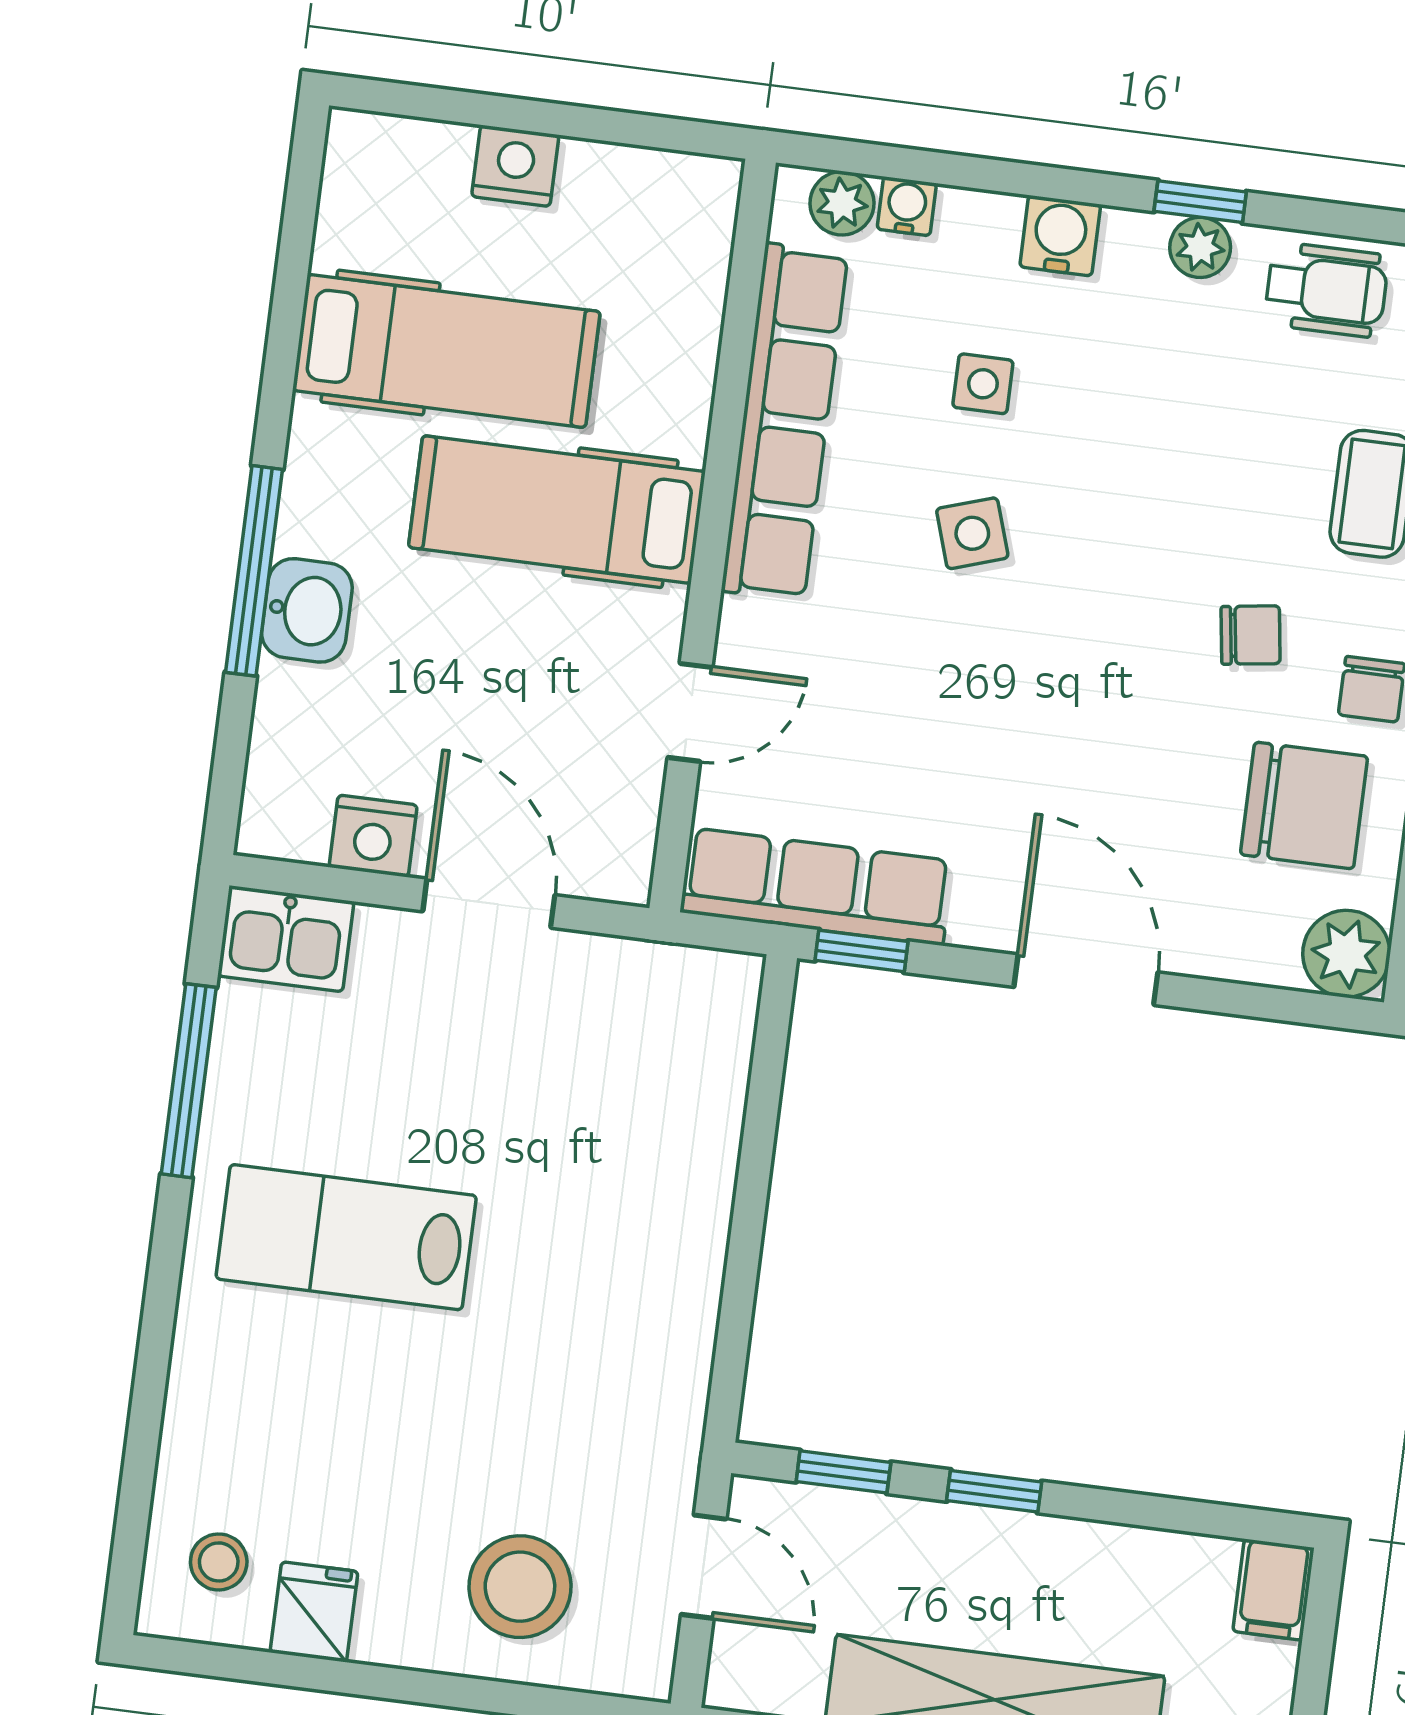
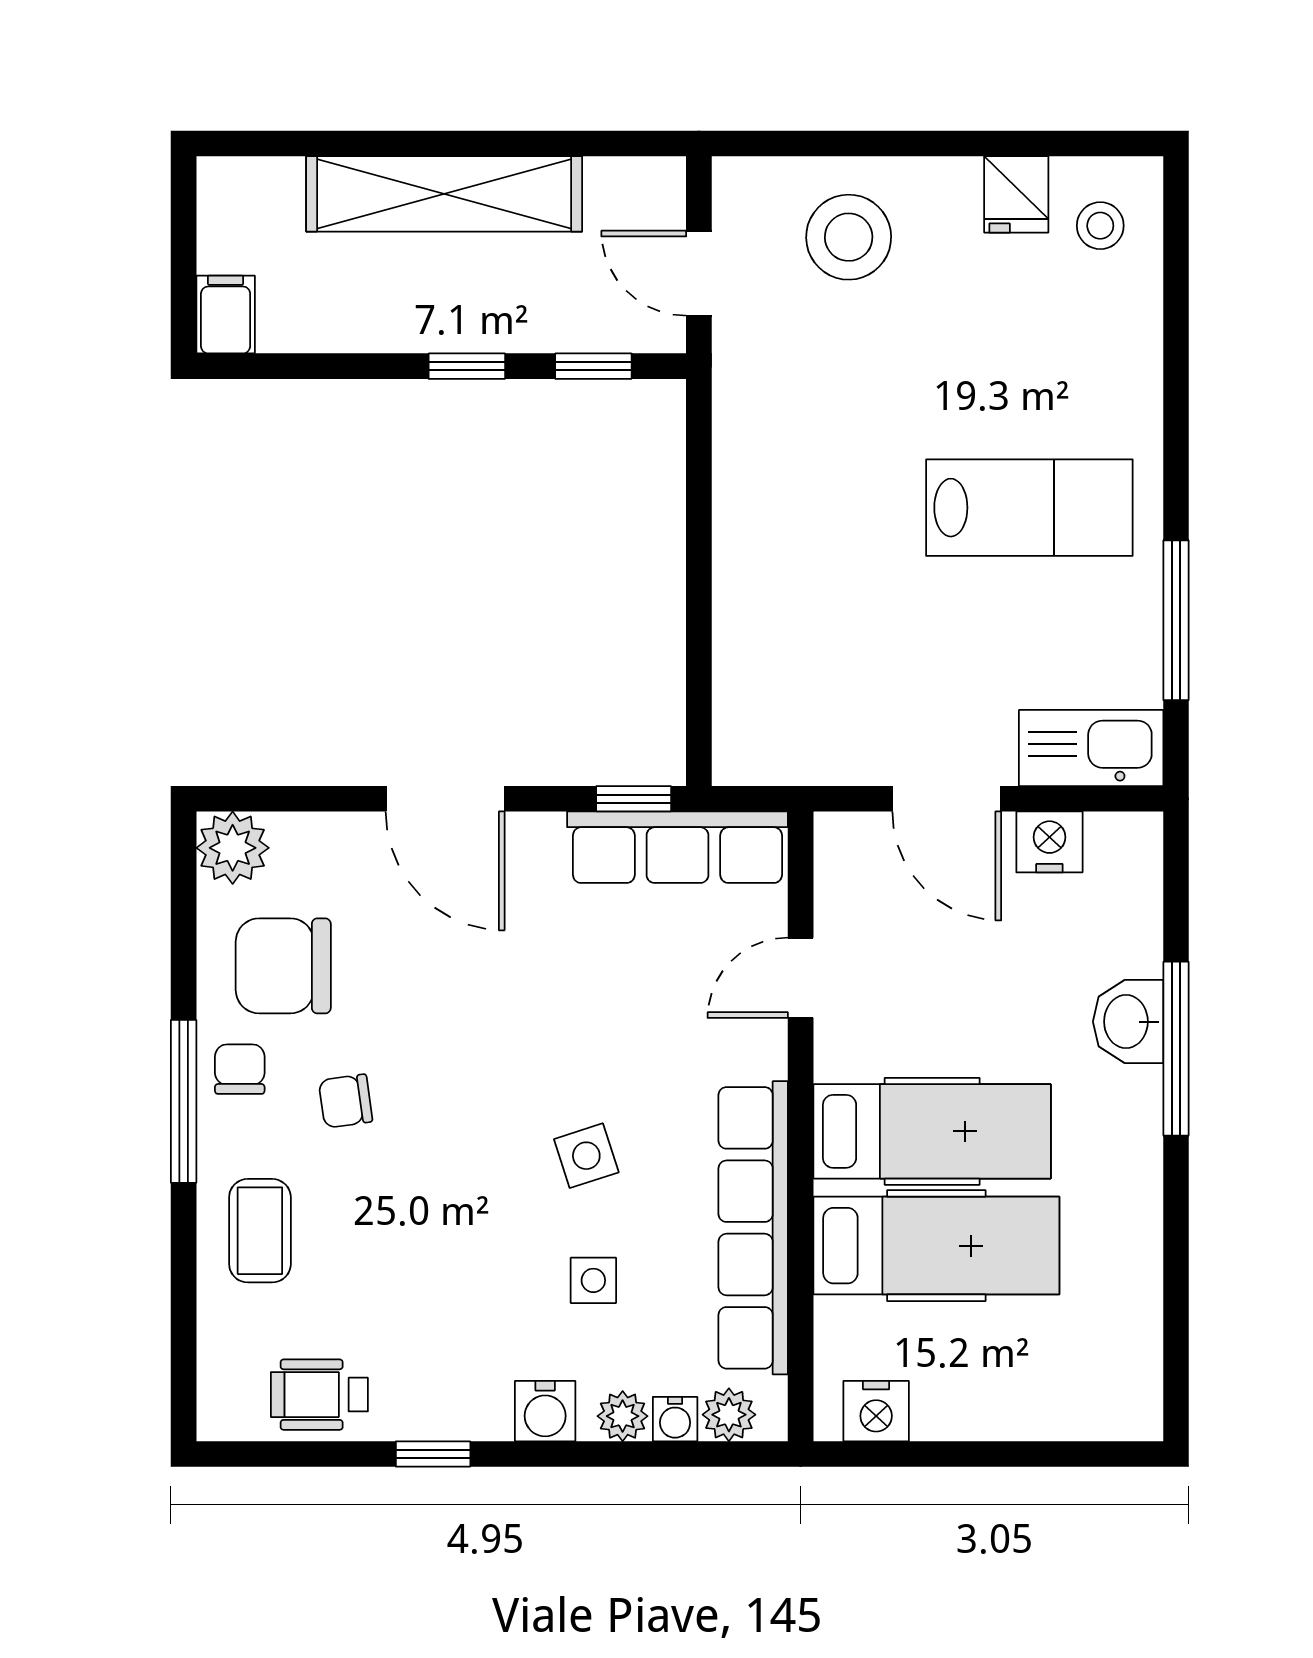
nightstand: (515, 166) -> (876, 1411), moved
plant: (1200, 247) -> (623, 1416), moved
hospital bed: (446, 351) -> (936, 1246), moved, turned 180
kitchen sink: (286, 939) -> (1091, 748), width x1.38

